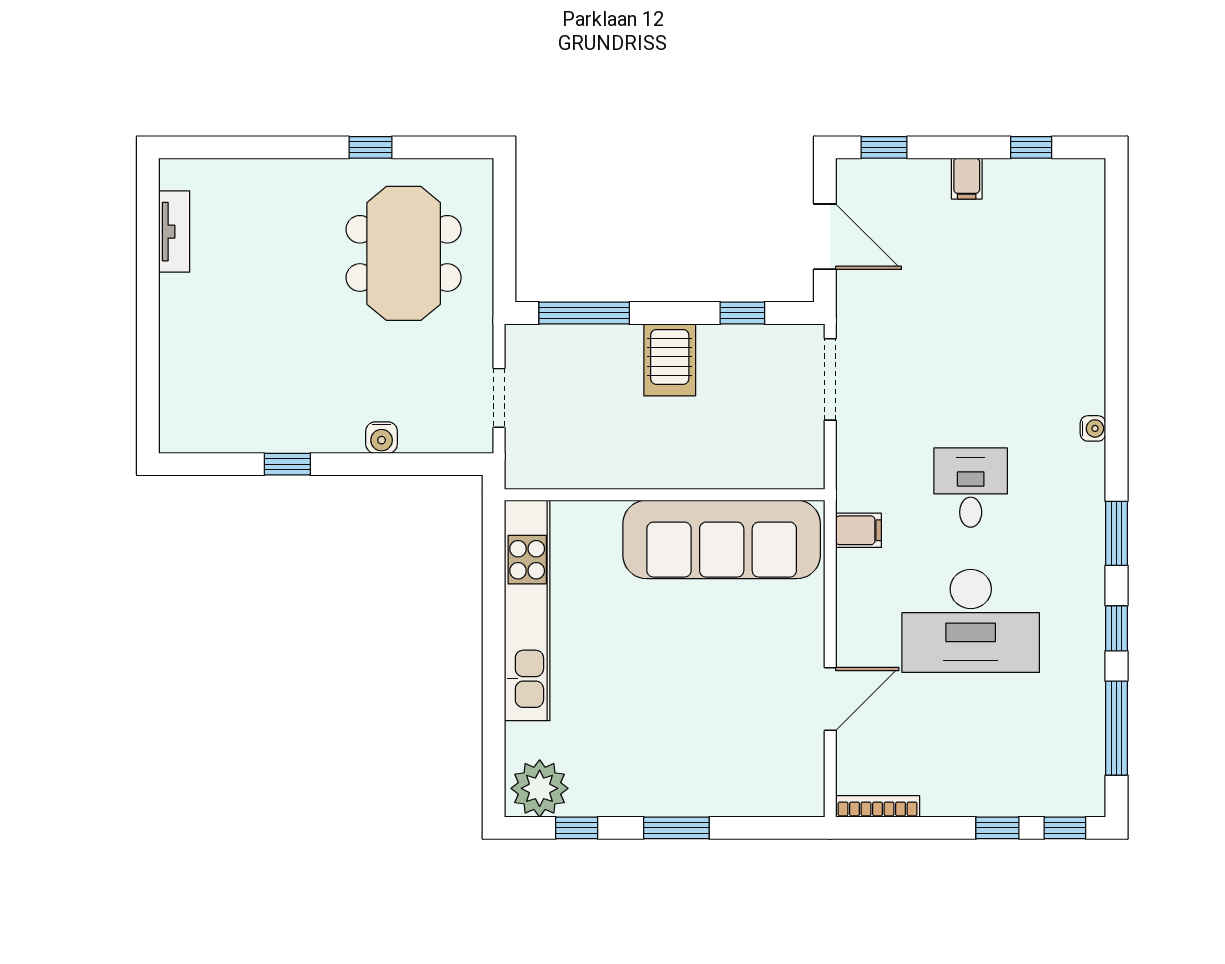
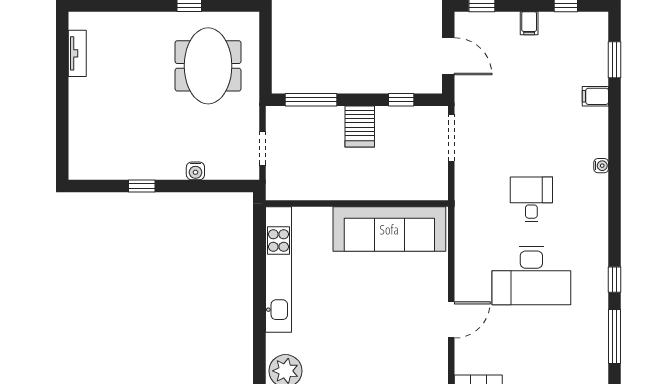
filing cabinet: (859, 530) -> (595, 96), moved, turned 180
window: (1116, 533) -> (615, 60), moved

